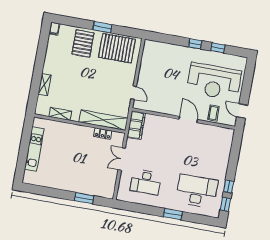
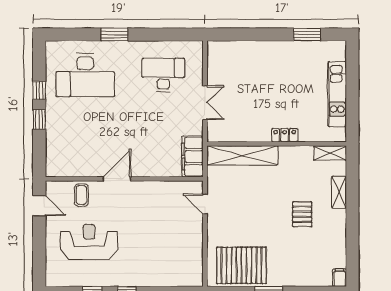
pallet: (83, 43) -> (302, 214), moved, width x0.67, depth x0.71
reception desk: (214, 81) -> (89, 242), width x0.74, depth x0.77
shelving: (60, 114) -> (330, 153), moved
door: (188, 119) -> (117, 179), swing flipped
locker: (103, 134) -> (285, 135), moved
window: (84, 198) -> (307, 34), moved
window: (225, 204) -> (39, 119), moved

